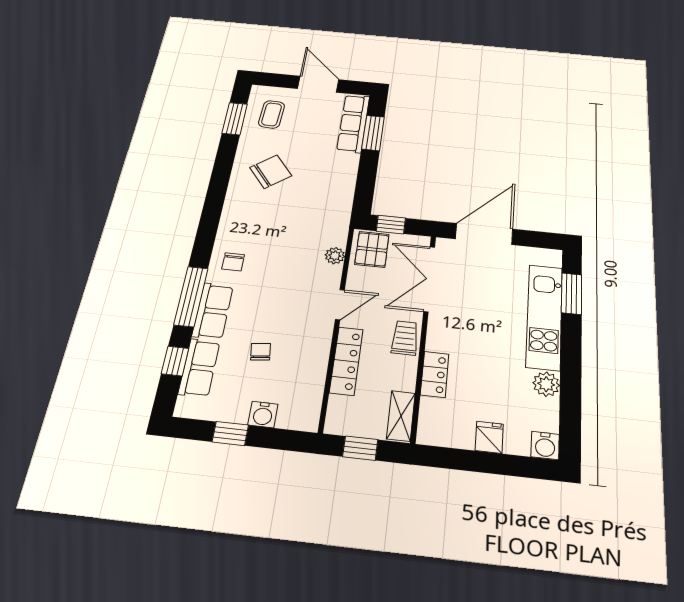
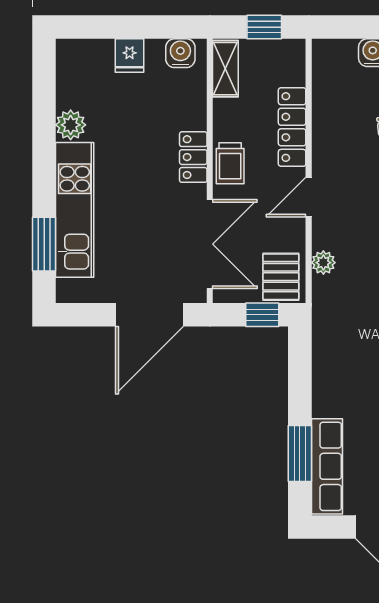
locker: (435, 374) -> (193, 157), moved
water cooler: (545, 446) -> (180, 53), moved

